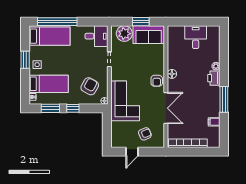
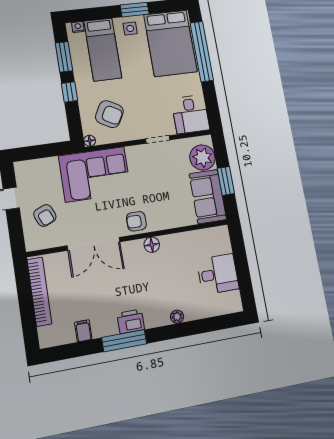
bed: (50, 36) -> (170, 43), width x1.50
printer: (214, 78) -> (131, 321), moved

